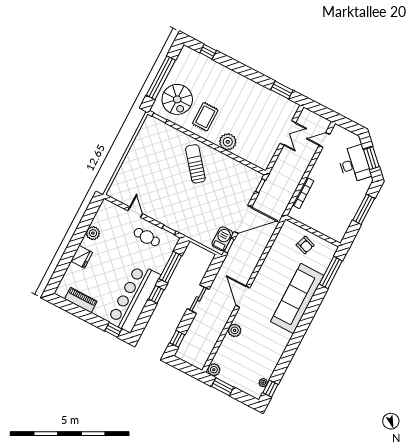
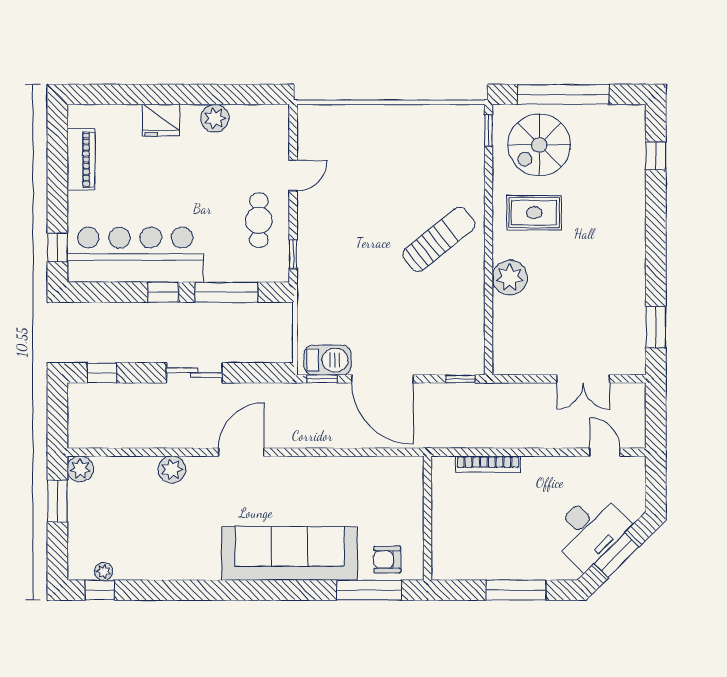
armchair: (305, 245) -> (387, 560), moved, turned 71

